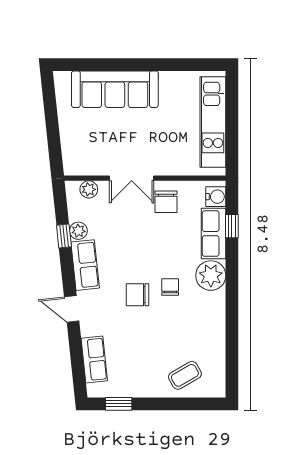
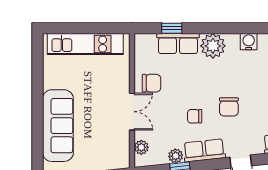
water cooler: (216, 197) -> (249, 42), moved
chair: (170, 287) -> (195, 116), moved

